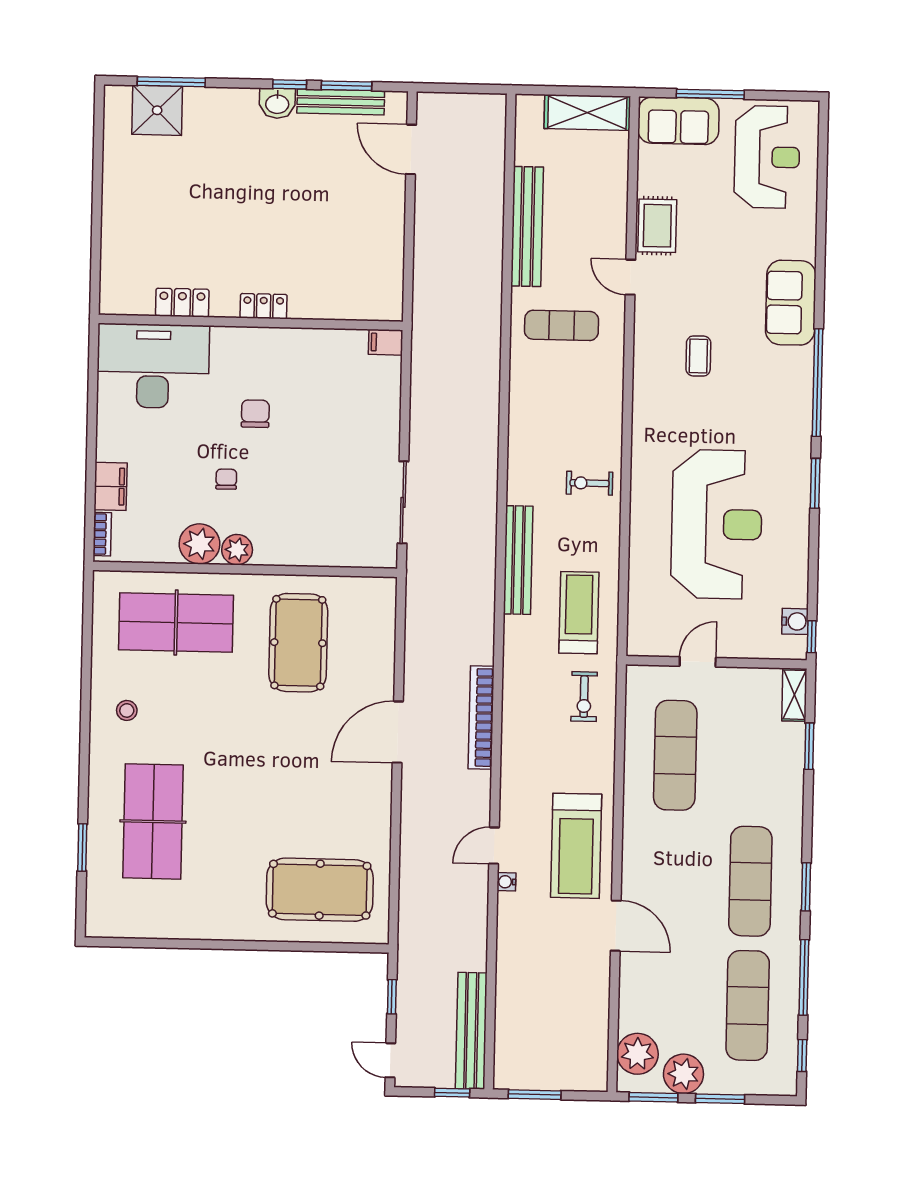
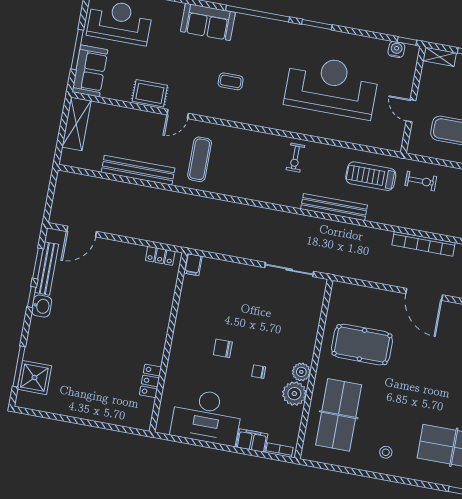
locker: (264, 306) -> (160, 256), moved, turned -90
desk: (153, 366) -> (207, 417), moved, turned -90

